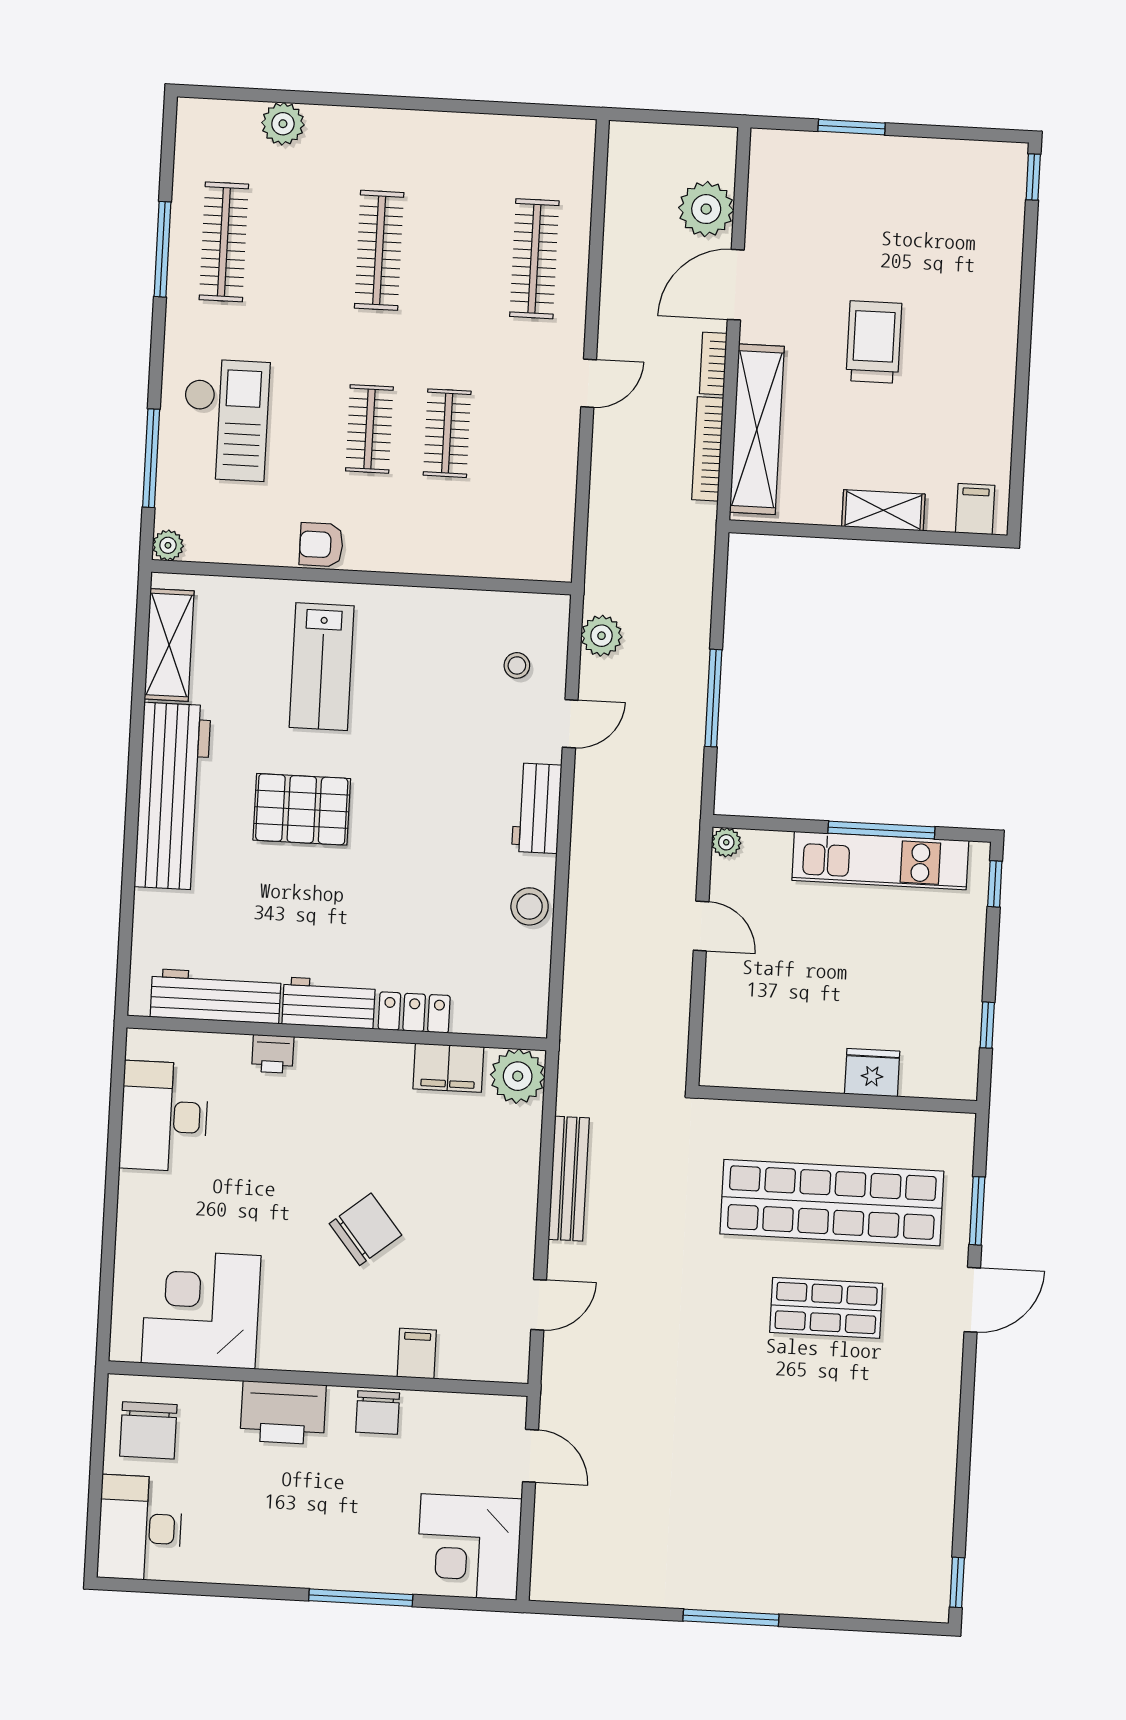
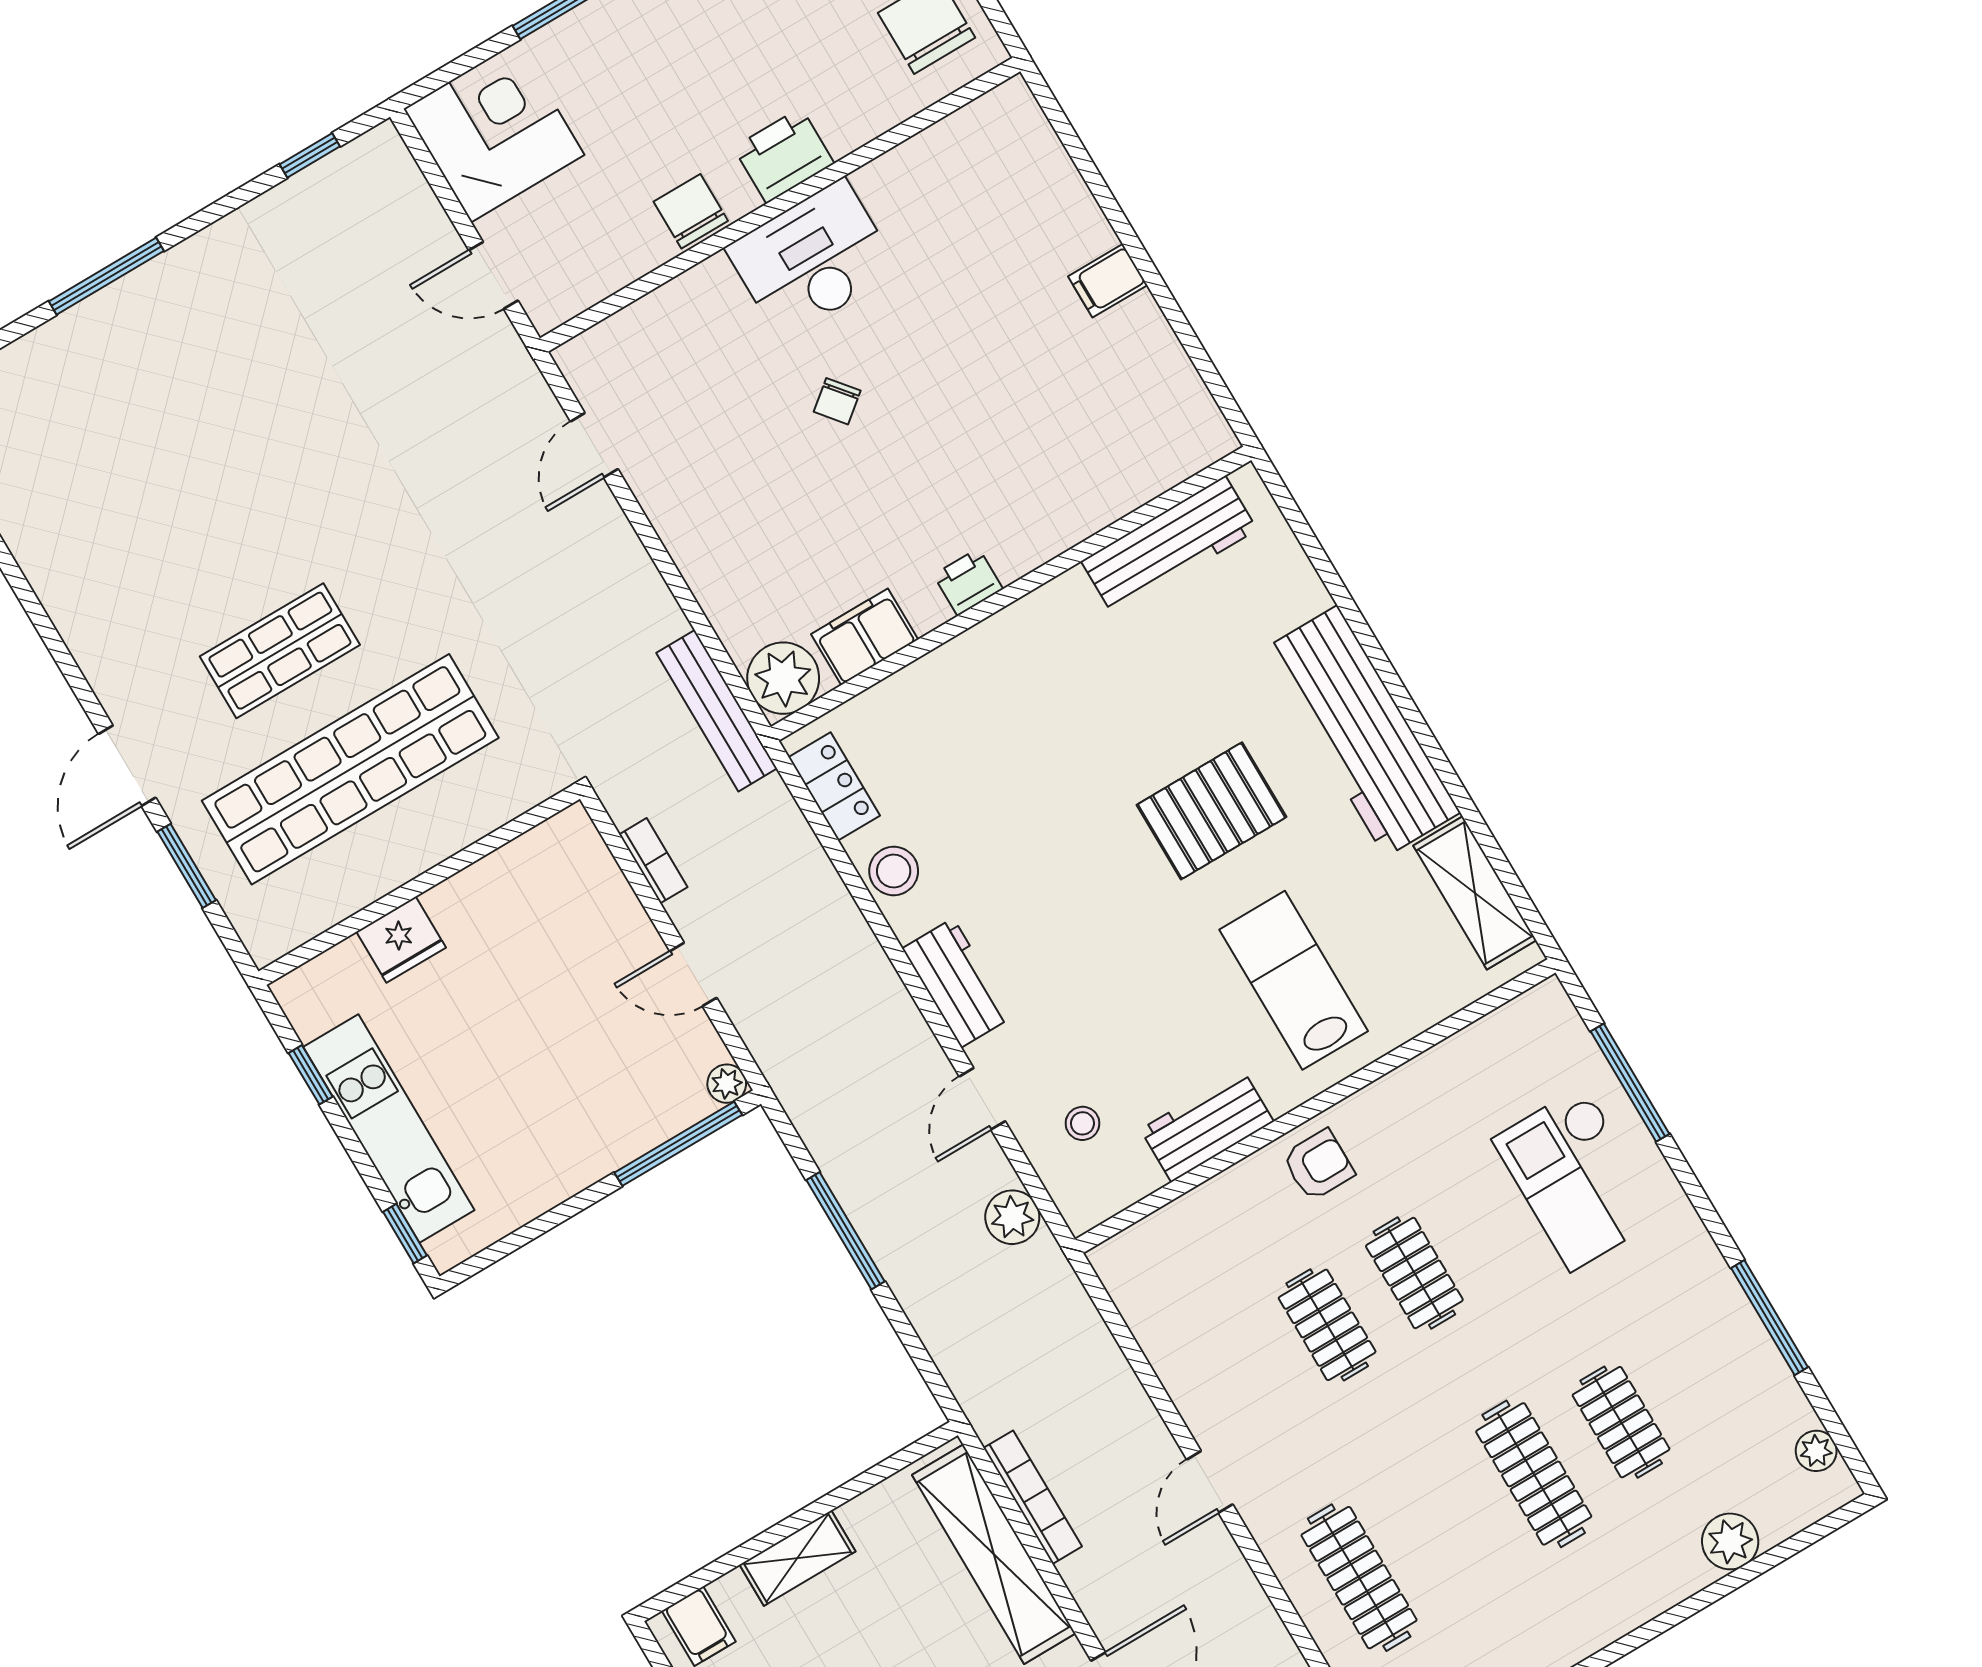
clothes rail: (224, 242) -> (1621, 1422), moved, width x0.73
bookcase: (713, 363) -> (653, 861), moved
plant: (168, 545) -> (1816, 1451), moved
armchair: (321, 545) -> (1318, 1165), moved
window: (881, 830) -> (678, 1144), moved
kitchen unit: (880, 860) -> (389, 1128), moved, turned 90
workbench: (329, 1003) -> (1207, 1126), moved, turned 180
locker: (414, 1012) -> (834, 786), moved, turned -90
printer: (273, 1054) -> (968, 582), moved
desk: (164, 1116) -> (812, 259), moved, turned -90
bench: (569, 1179) -> (717, 711), moved
chair: (365, 1229) -> (837, 401), width x0.54, depth x0.54
corner desk: (201, 1309) -> (957, 195), removed
filing cabinet: (417, 1353) -> (1108, 281), moved, turned 90
printer: (283, 1413) -> (784, 155), width x0.73, depth x0.84
window: (596, 1610) -> (310, 155), added
window: (731, 1618) -> (106, 276), moved

